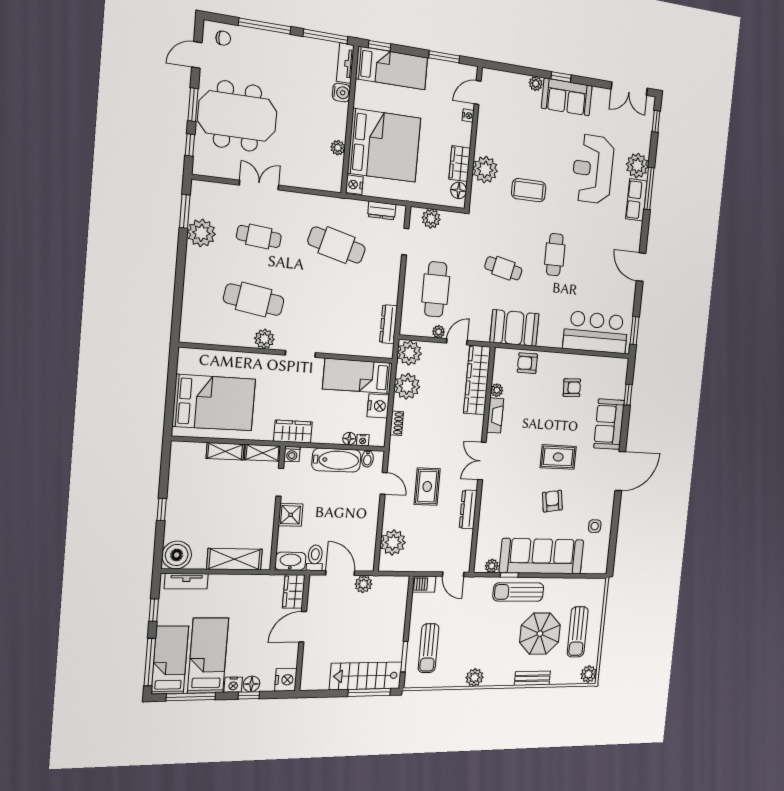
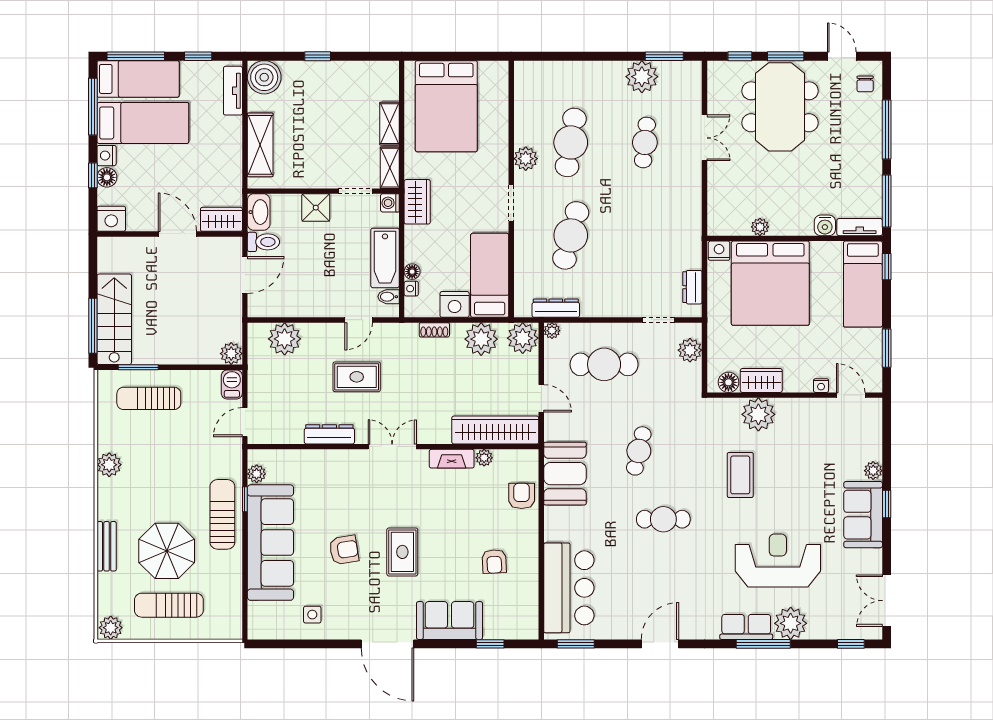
cafe table: (337, 245) -> (571, 235), moved
plant: (439, 332) -> (552, 331), moved
plant: (363, 584) -> (231, 354), moved

